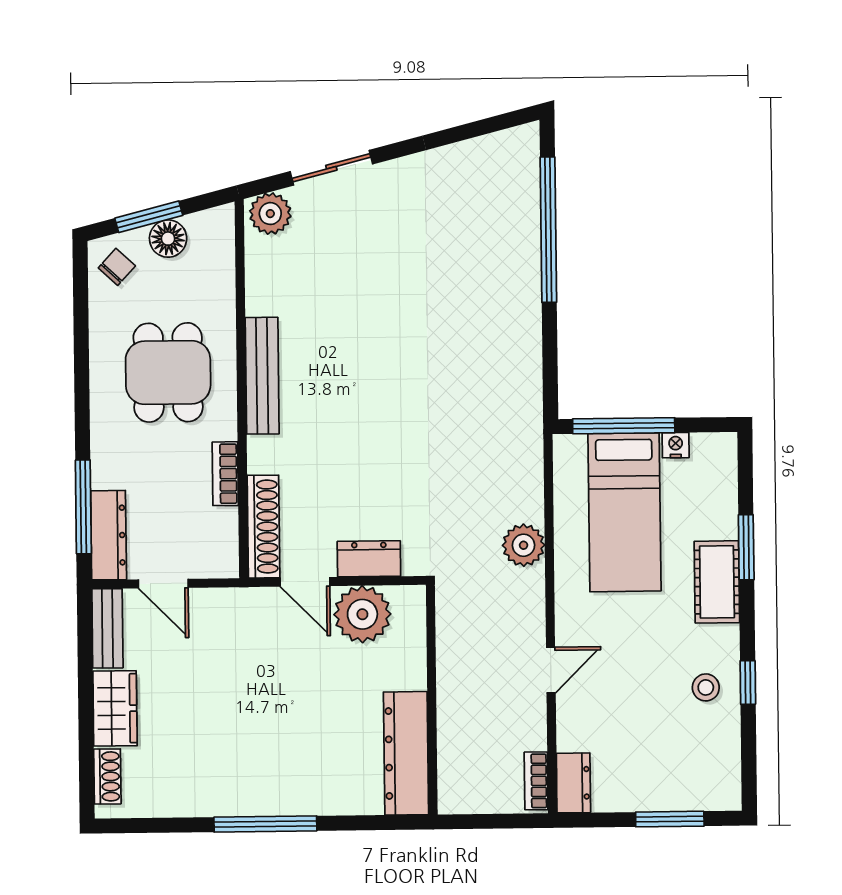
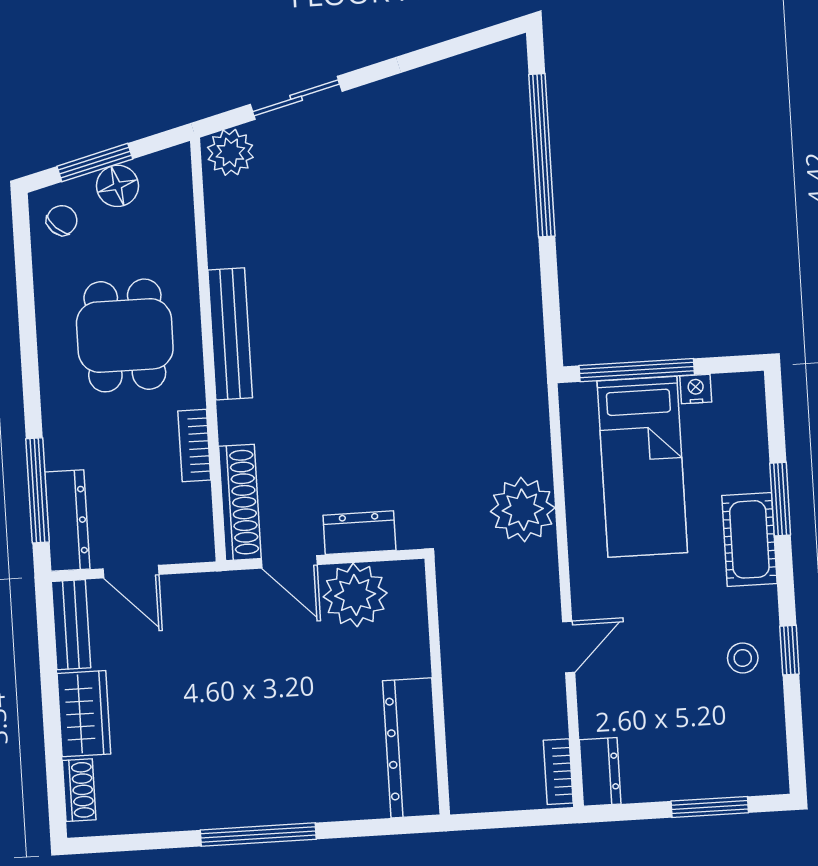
plant: (524, 545) -> (523, 510), width x1.36, depth x1.36

